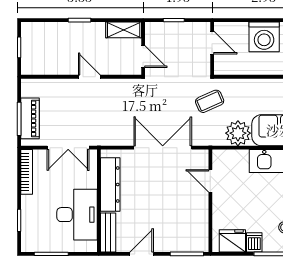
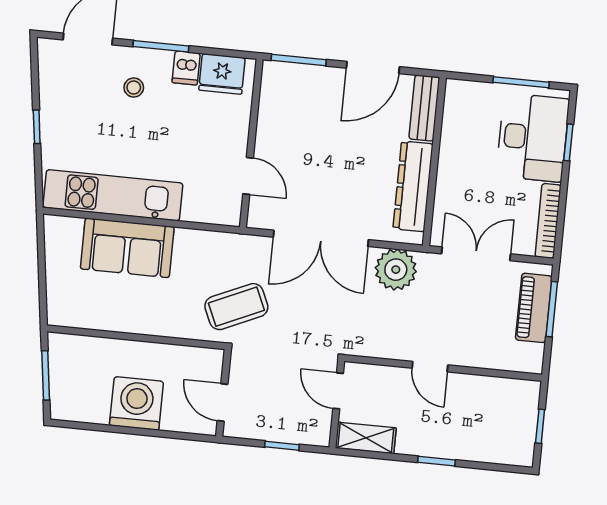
coffee table: (210, 101) -> (236, 307), width x1.36, depth x1.30
plant: (238, 133) -> (396, 270), moved
desk: (77, 215) -> (533, 137), moved, turned 180
door: (142, 254) -> (373, 67), width x1.38

